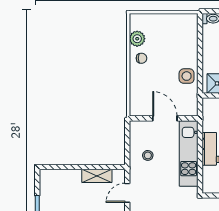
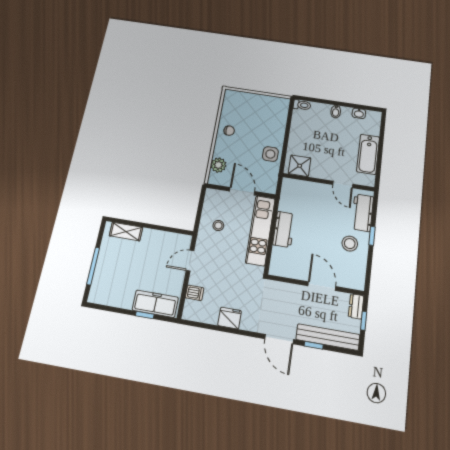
plant: (137, 39) -> (218, 165), moved
shelving: (97, 176) -> (126, 232), moved

